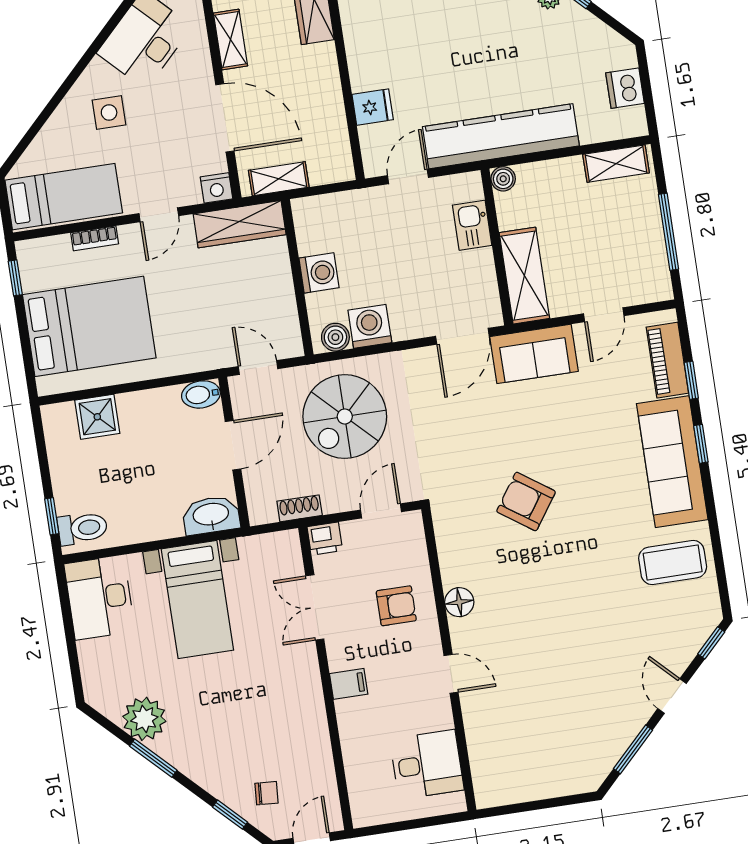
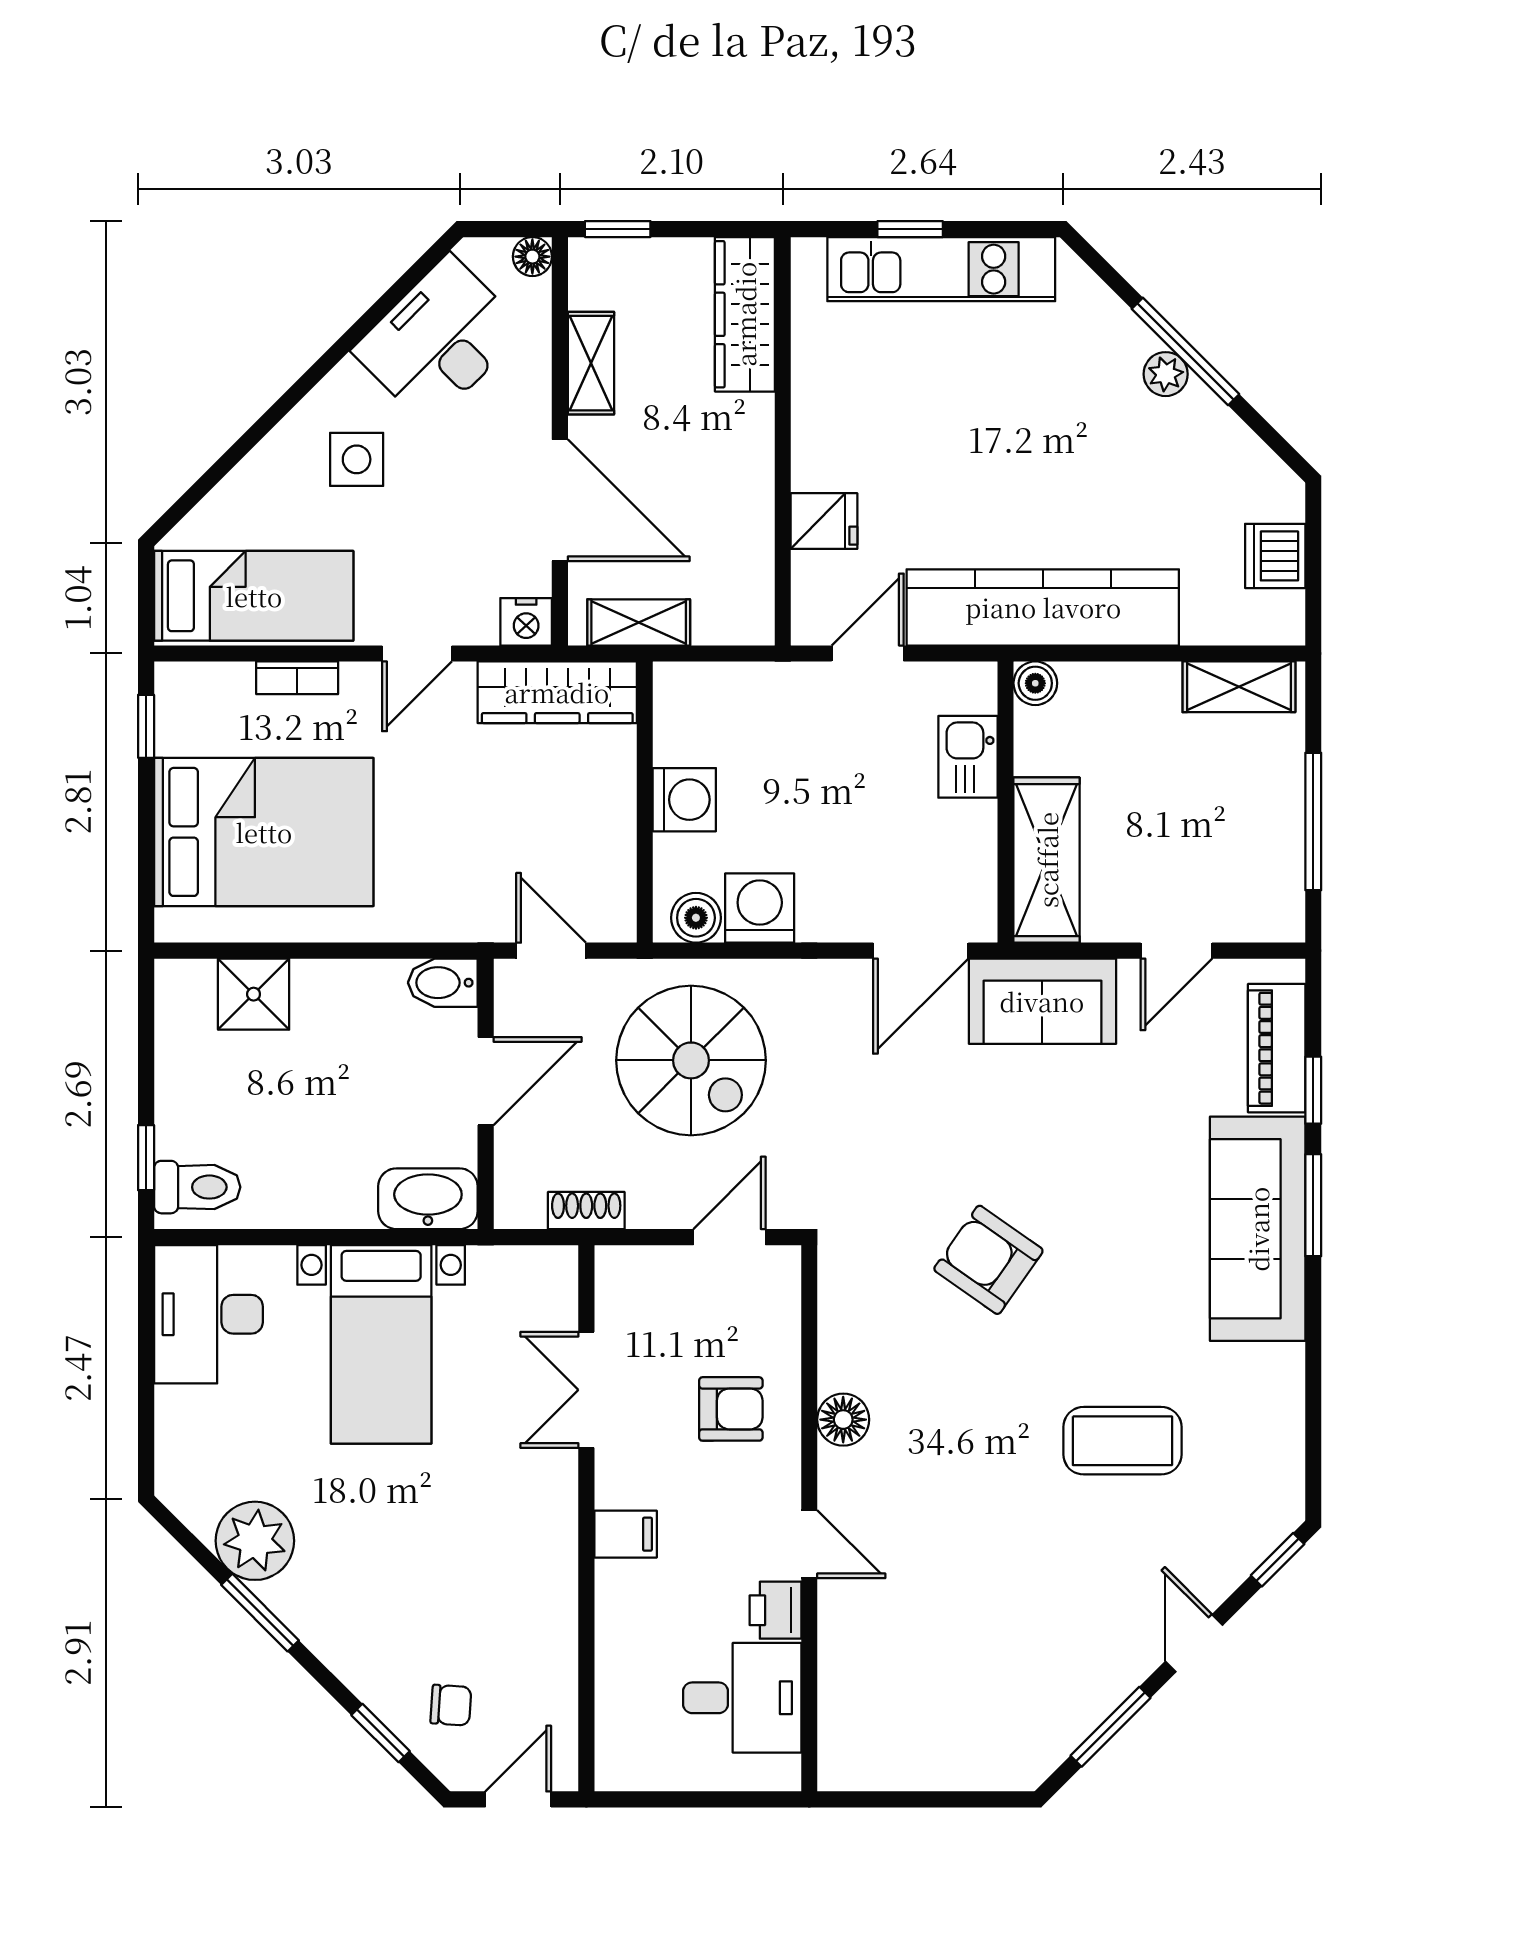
spiral stairs: (345, 416) -> (691, 1060), turned -90
window: (701, 444) -> (1313, 1205), width x1.50
printer: (325, 539) -> (775, 1610), moved, turned 90
coffee table: (673, 562) -> (1122, 1441), moved

